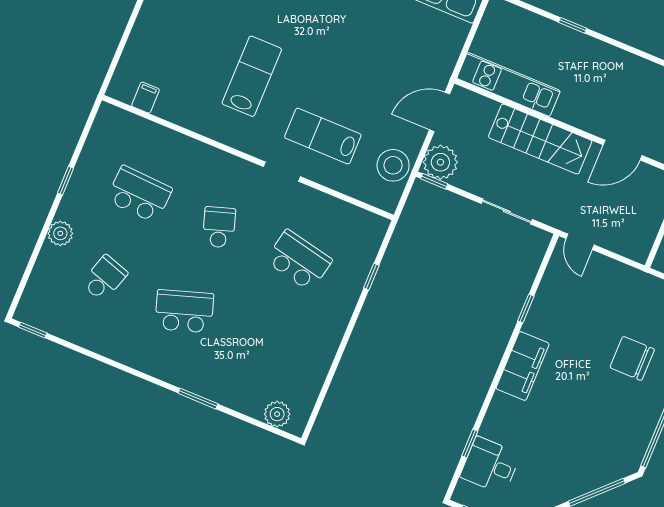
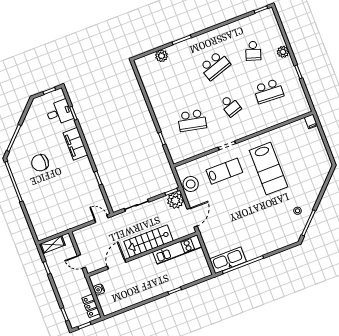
lab bench: (252, 76) -> (268, 169), width x1.36, depth x1.39
filing cabinet: (145, 98) -> (311, 121), moved
chair: (632, 358) -> (40, 163), moved, turned 180
filing cabinet: (523, 366) -> (75, 144), moved
plant: (277, 414) -> (161, 56), moved

